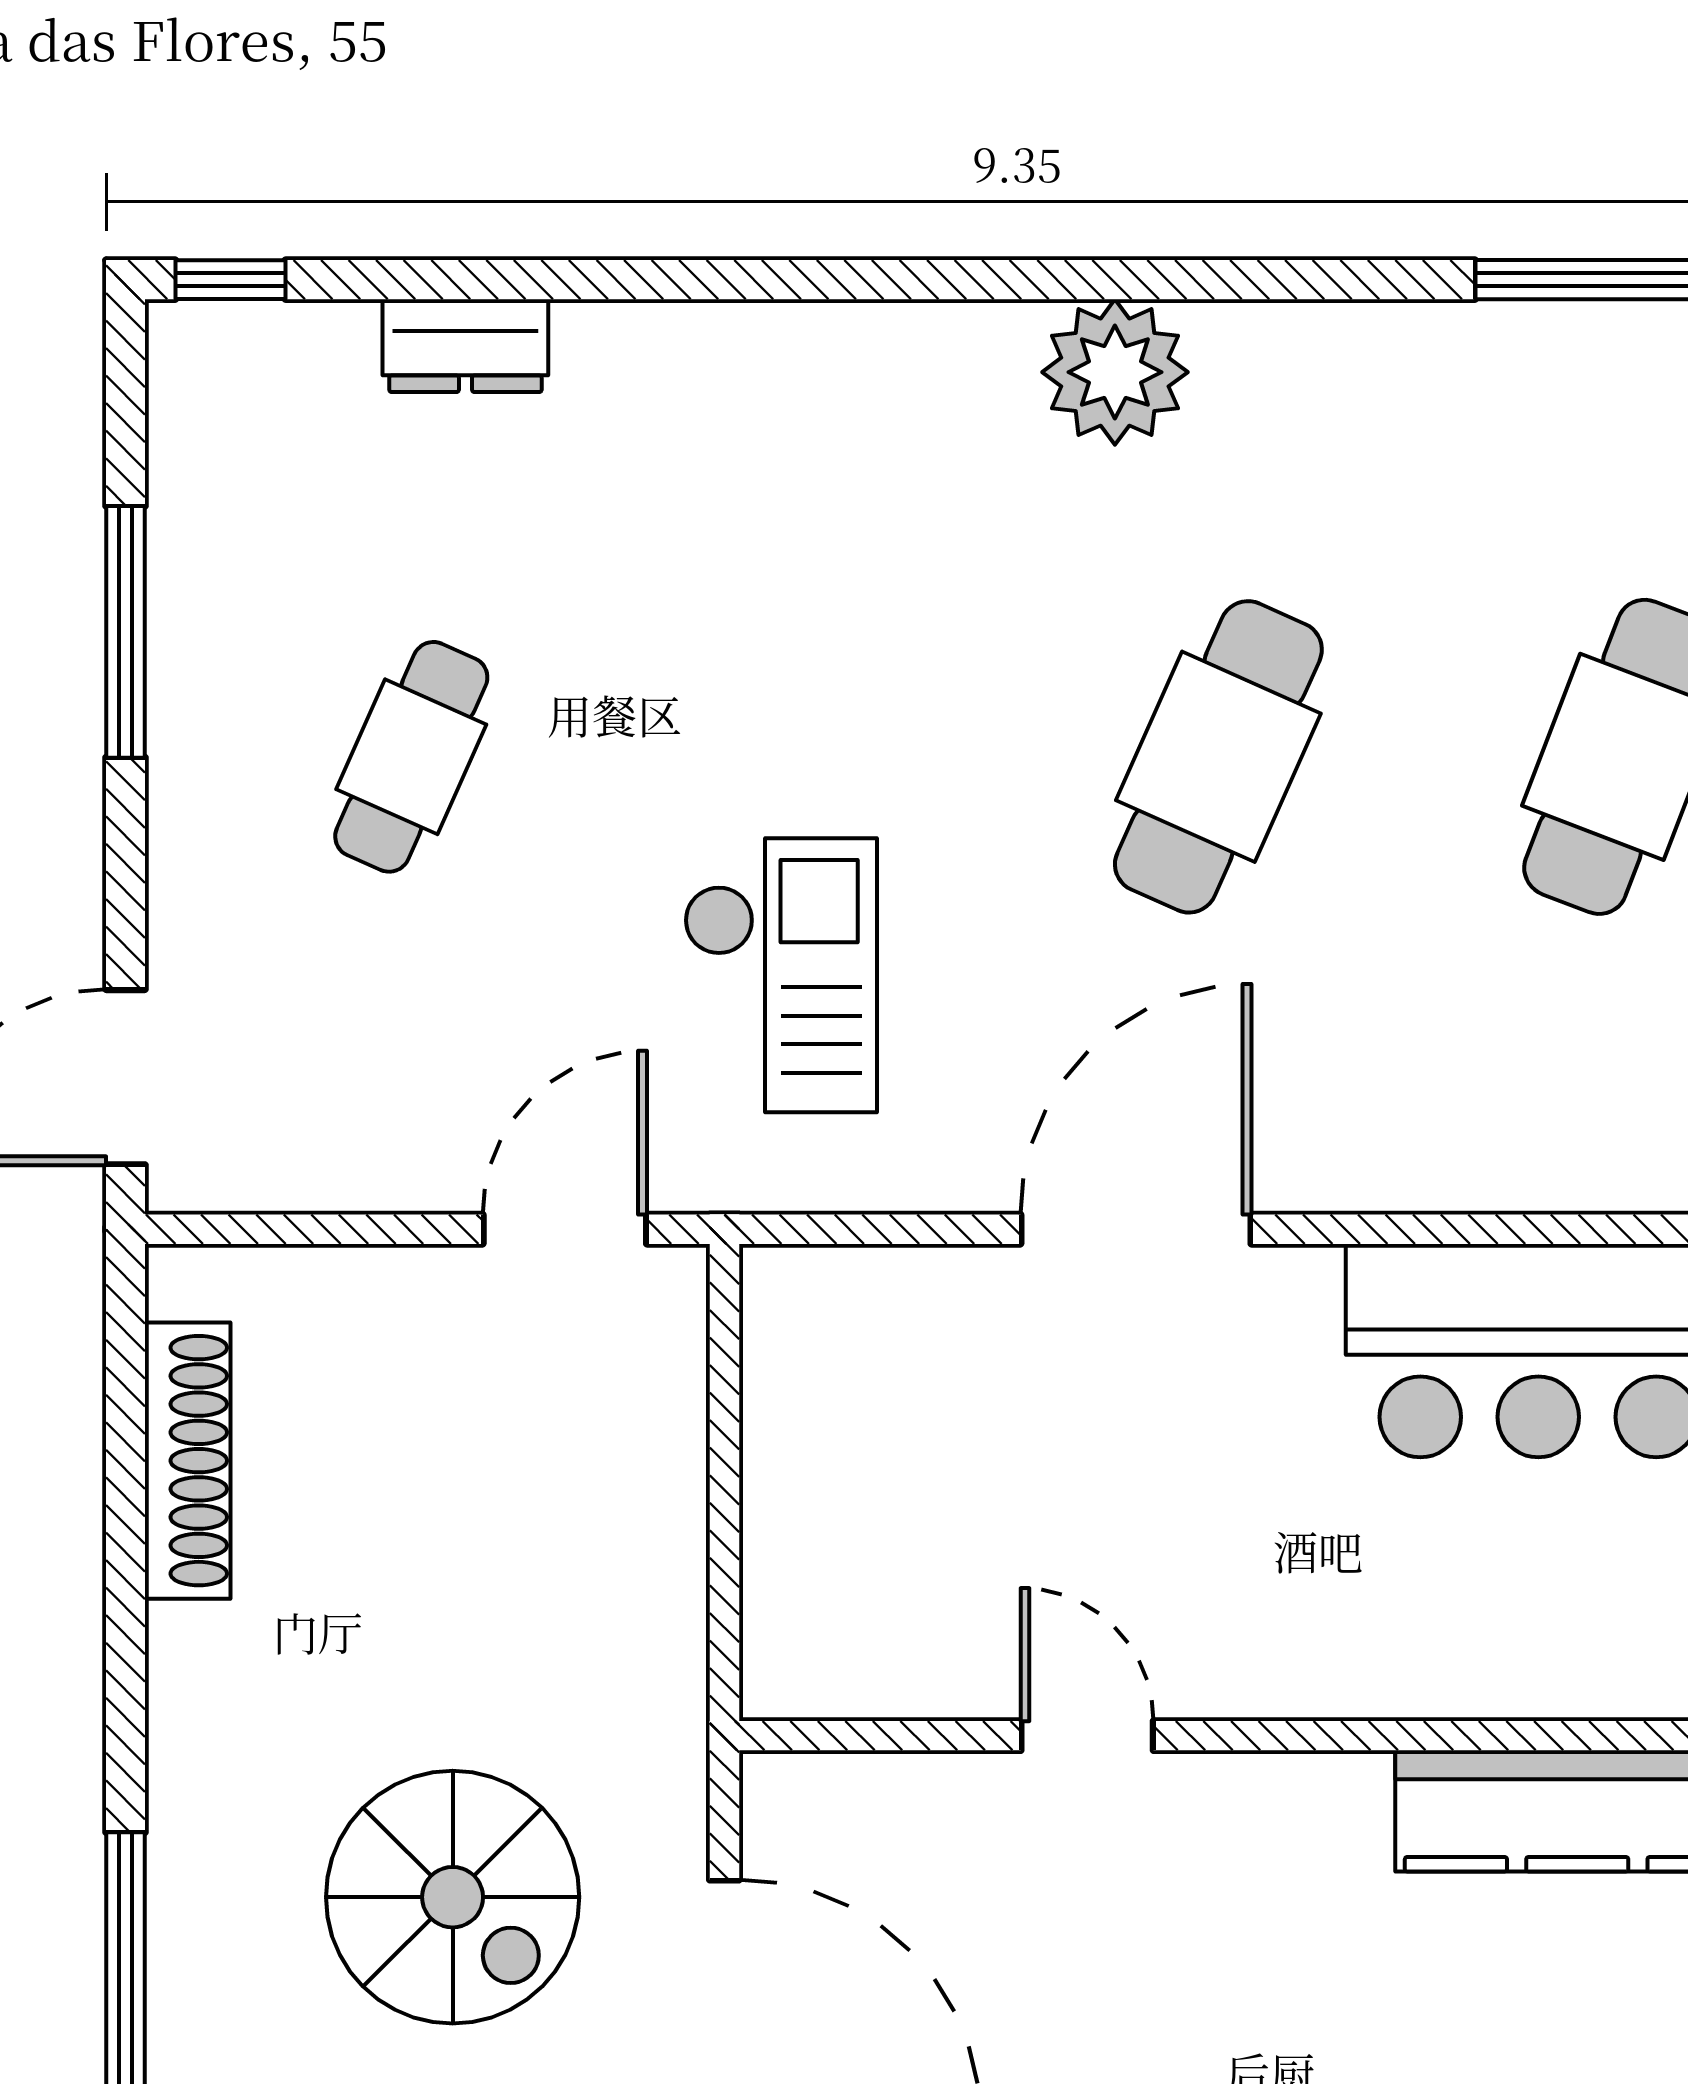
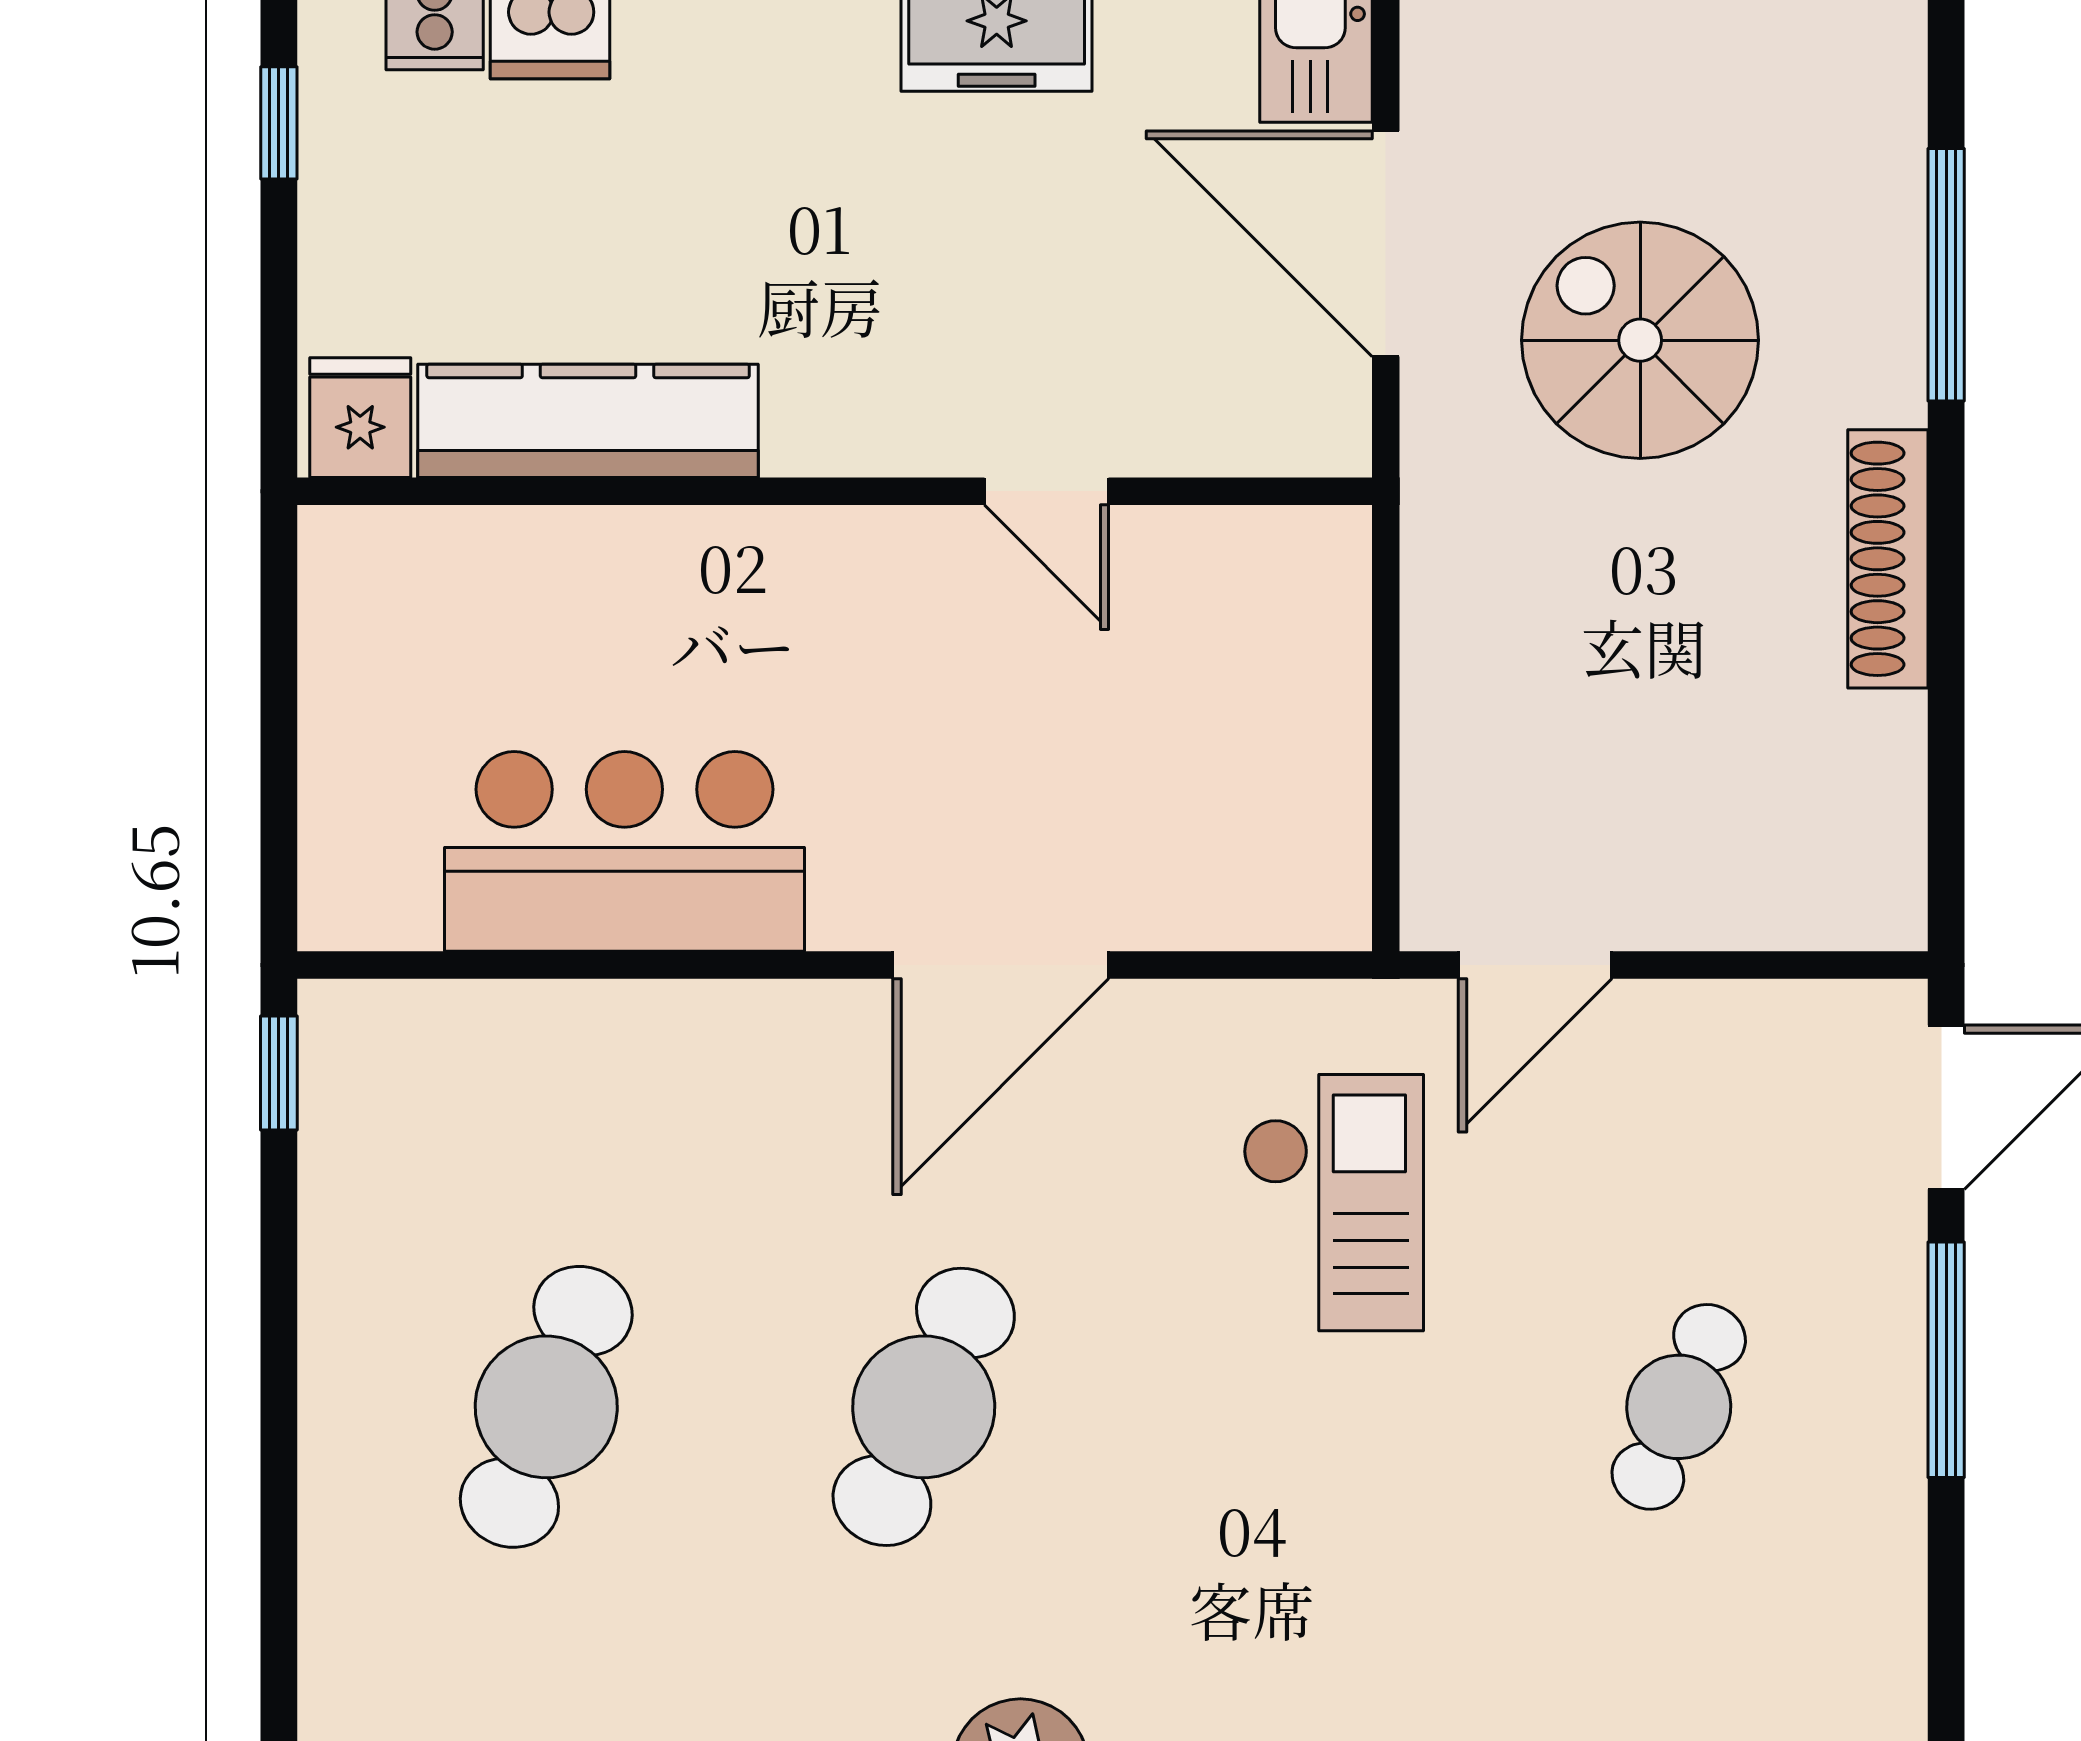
window: (125, 632) -> (1946, 1360), moved
checkout: (781, 975) -> (1333, 1203), turned 180
shoe rack: (188, 1461) -> (1888, 559), moved

